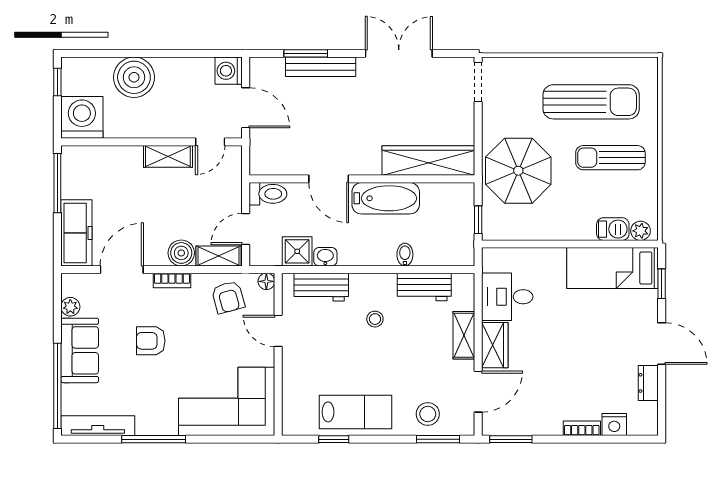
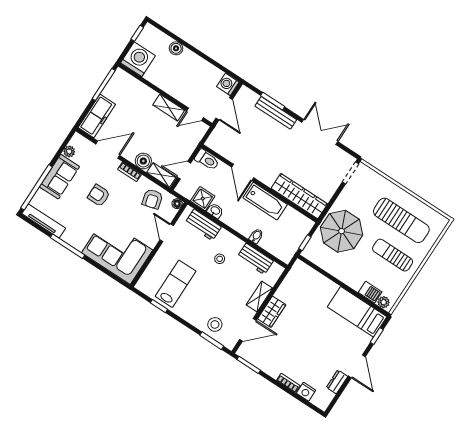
boiler: (134, 77) -> (176, 48), width x0.54, depth x0.54
desk: (507, 297) -> (294, 291), removed
lab bench: (355, 412) -> (176, 284), moved, turned -90

